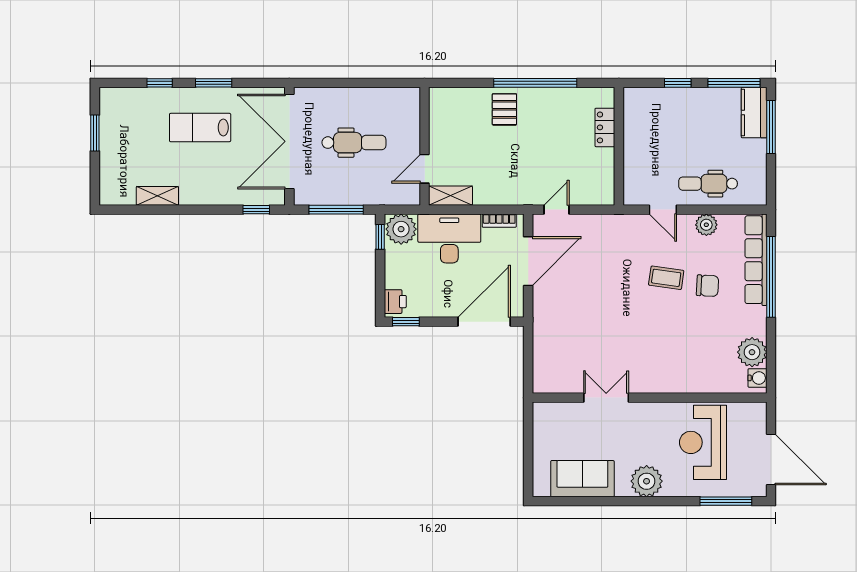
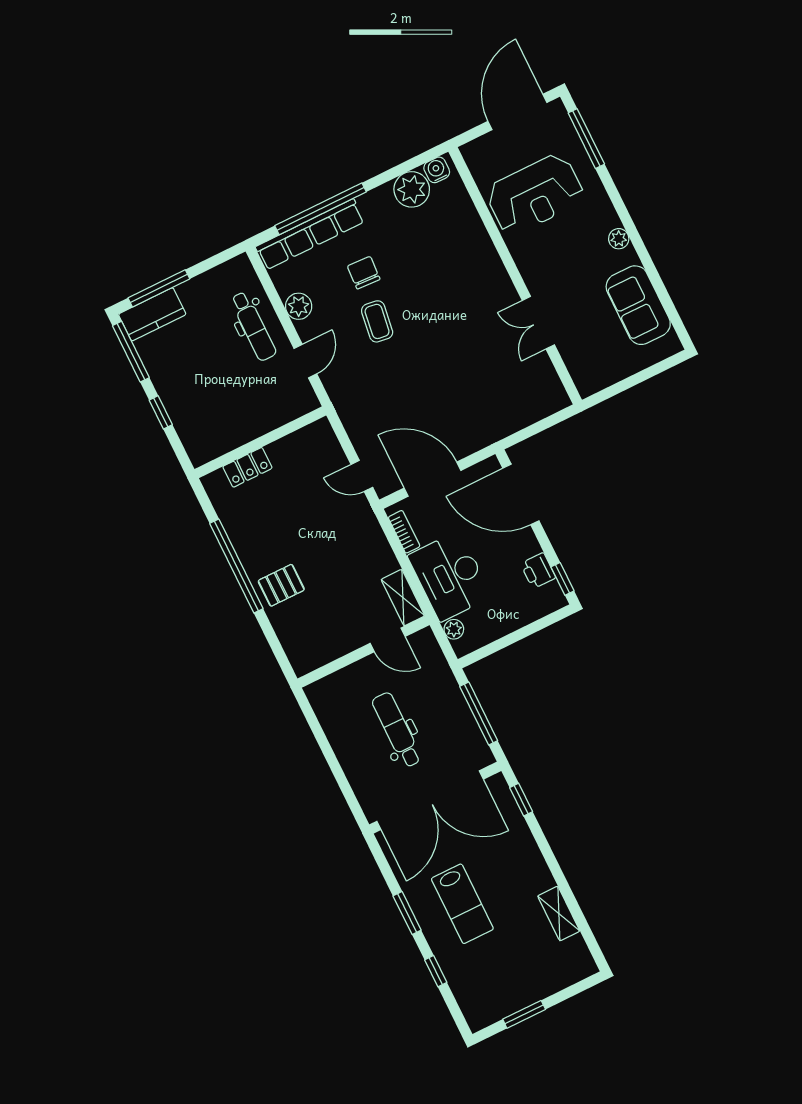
plant: (401, 229) -> (454, 629), width x0.53, depth x0.53
window: (380, 237) -> (485, 652), removed
printer: (395, 302) -> (538, 571), moved, turned -90
plant: (647, 481) -> (619, 239), width x0.53, depth x0.53

